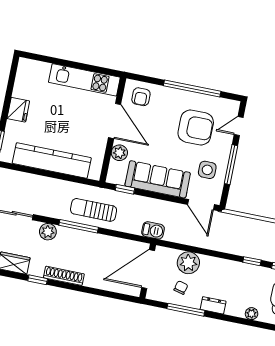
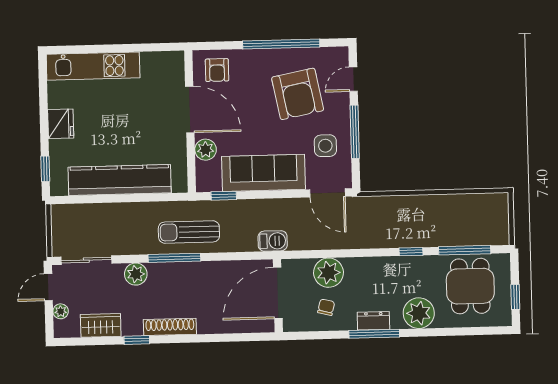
kitchen unit: (84, 80) -> (93, 66), moved
armchair: (196, 128) -> (298, 94), turned 79
window: (186, 310) -> (374, 334), moved
plant: (252, 314) -> (419, 313), width x1.88, depth x1.88

